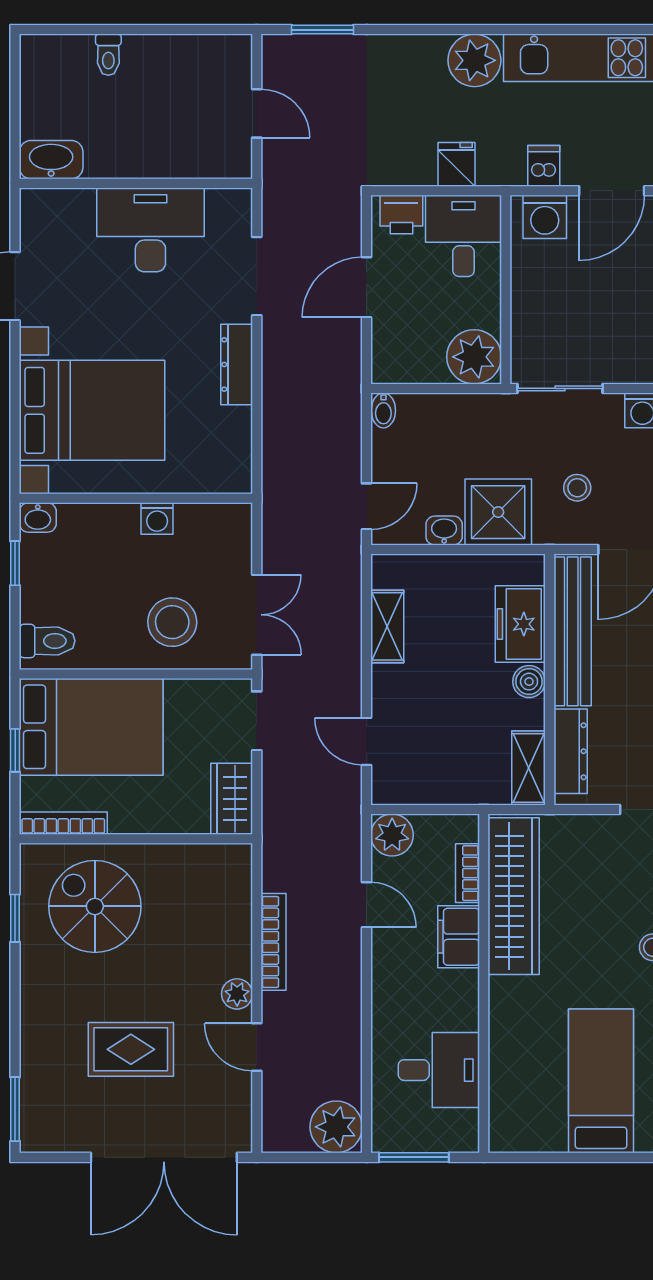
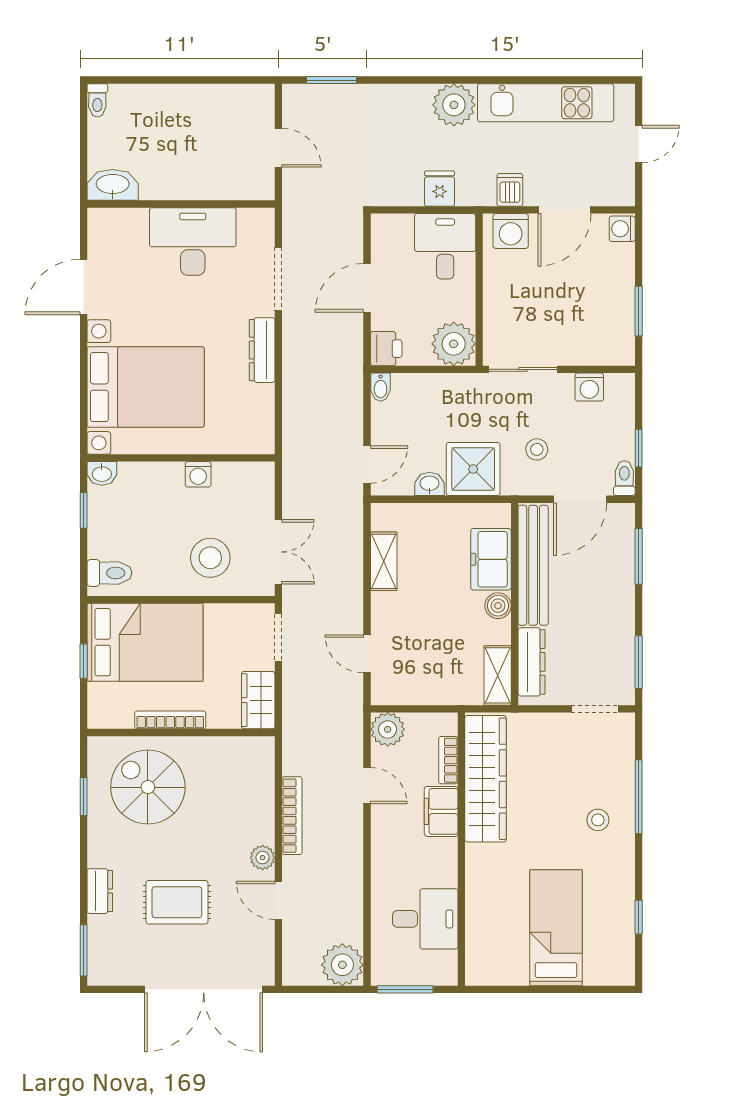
toilet: (108, 55) -> (97, 100), moved
printer: (401, 214) -> (386, 349), moved, turned -90
bookcase: (63, 823) -> (170, 720), moved
dresser: (35, 1035) -> (100, 891), added

